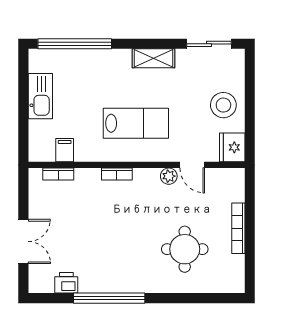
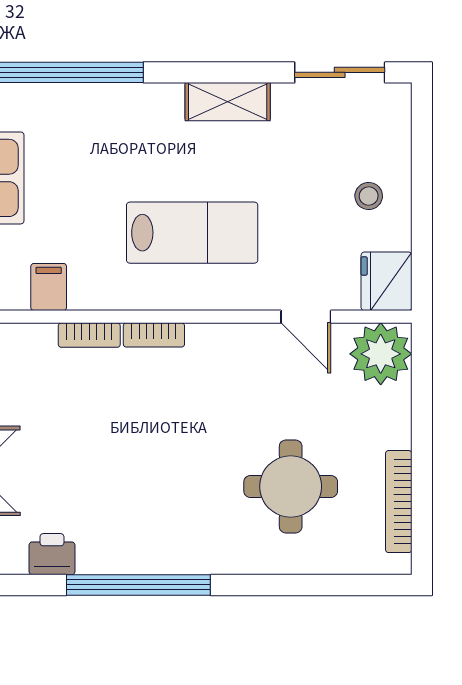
stool: (223, 105) -> (369, 196), width x0.53, depth x0.53
bookcase: (58, 174) -> (89, 335), moved
plant: (169, 176) -> (381, 354), moved, width x1.88, depth x1.88
bookcase: (238, 228) -> (399, 502), moved

